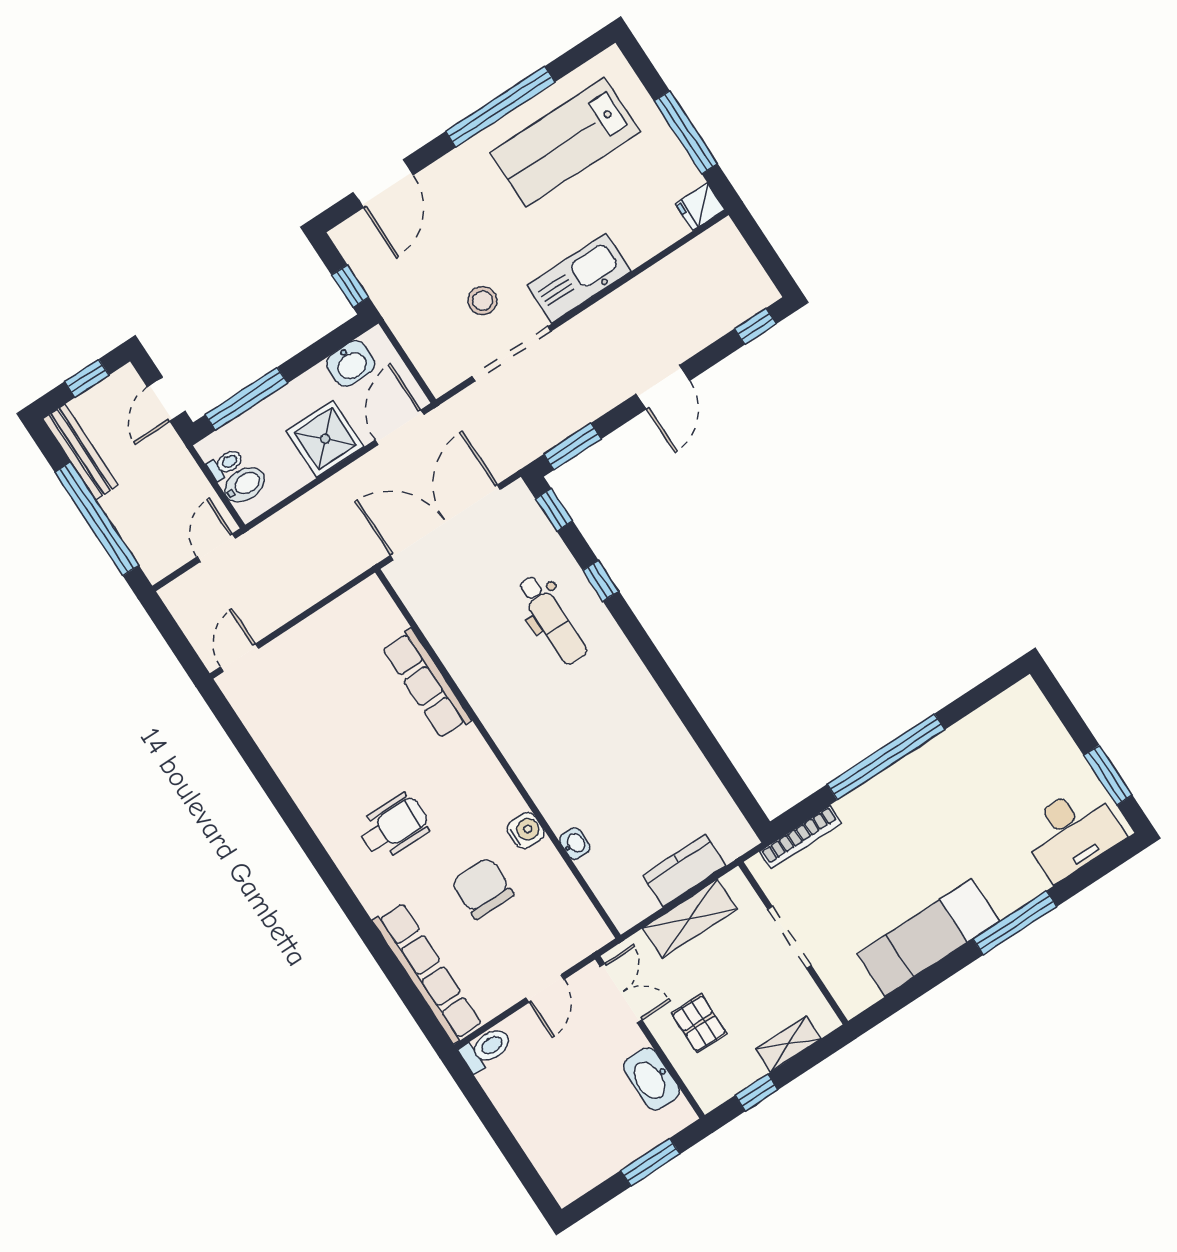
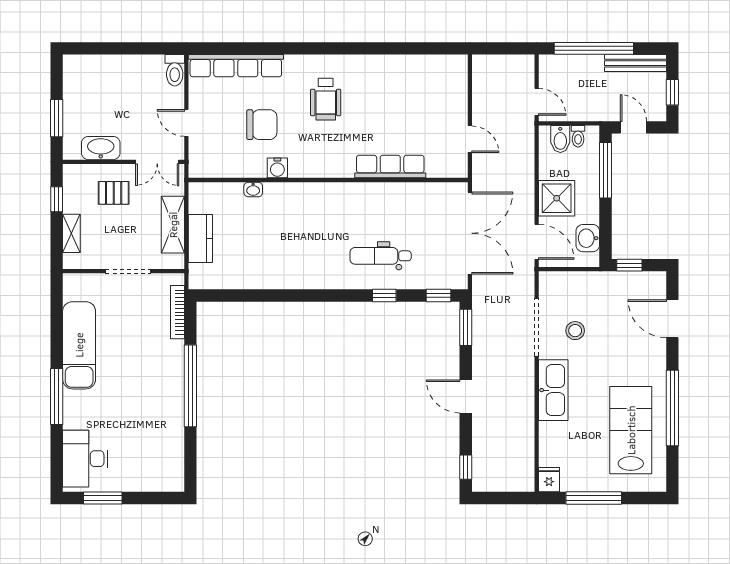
door: (239, 658) -> (470, 139), moved

